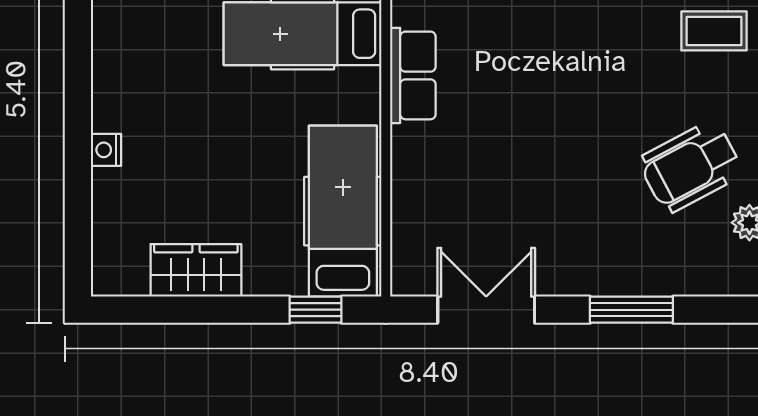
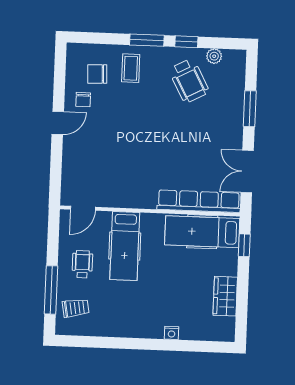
row of seats: (413, 75) -> (199, 201), moved, width x2.02

